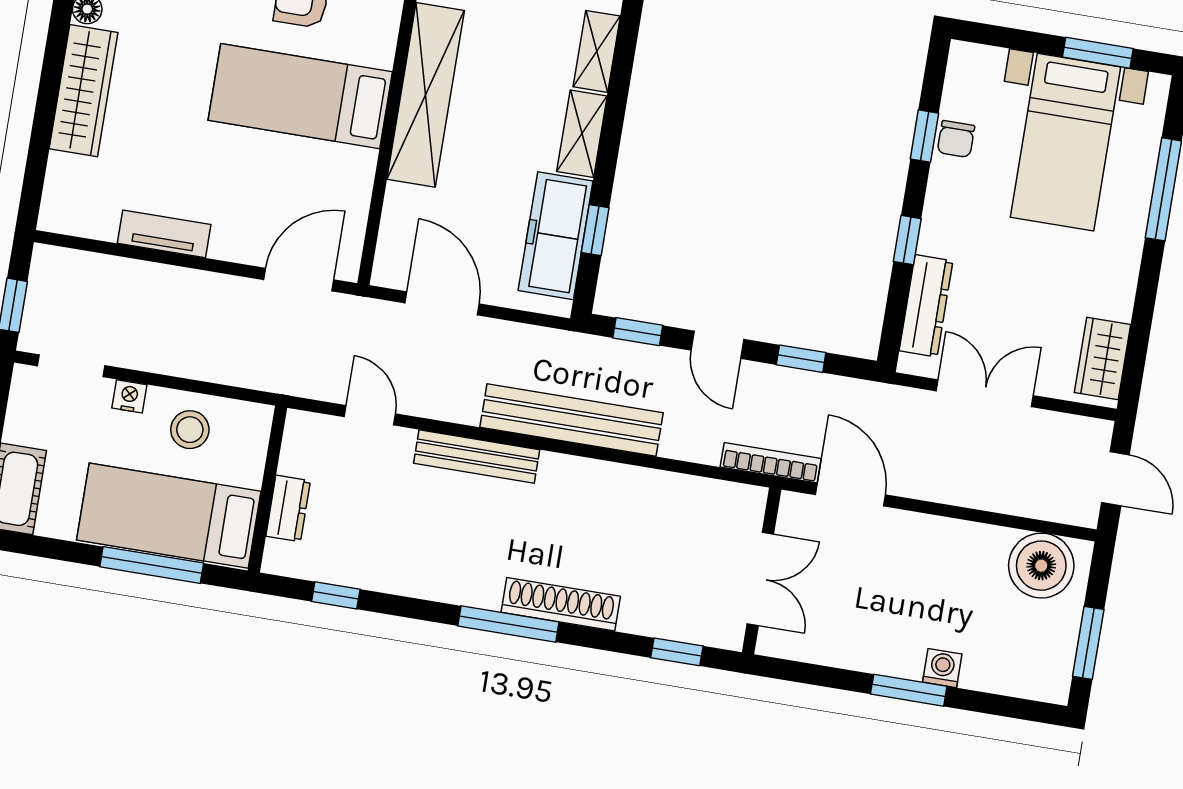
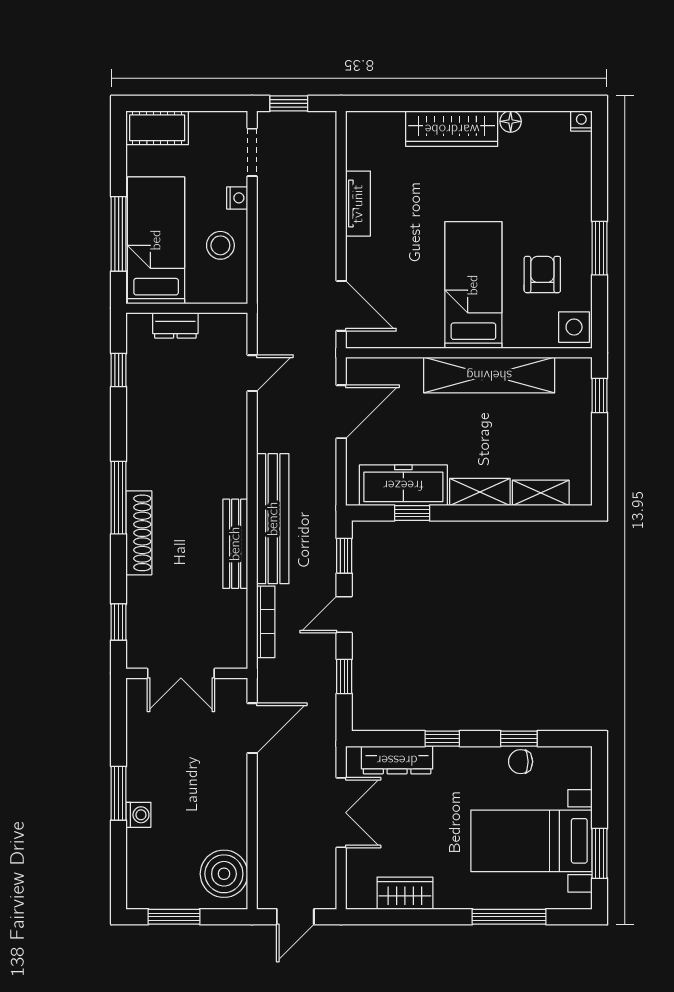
wardrobe: (1103, 358) -> (405, 893), moved
bench: (477, 456) -> (235, 544), moved
bookcase: (771, 463) -> (266, 622), moved

